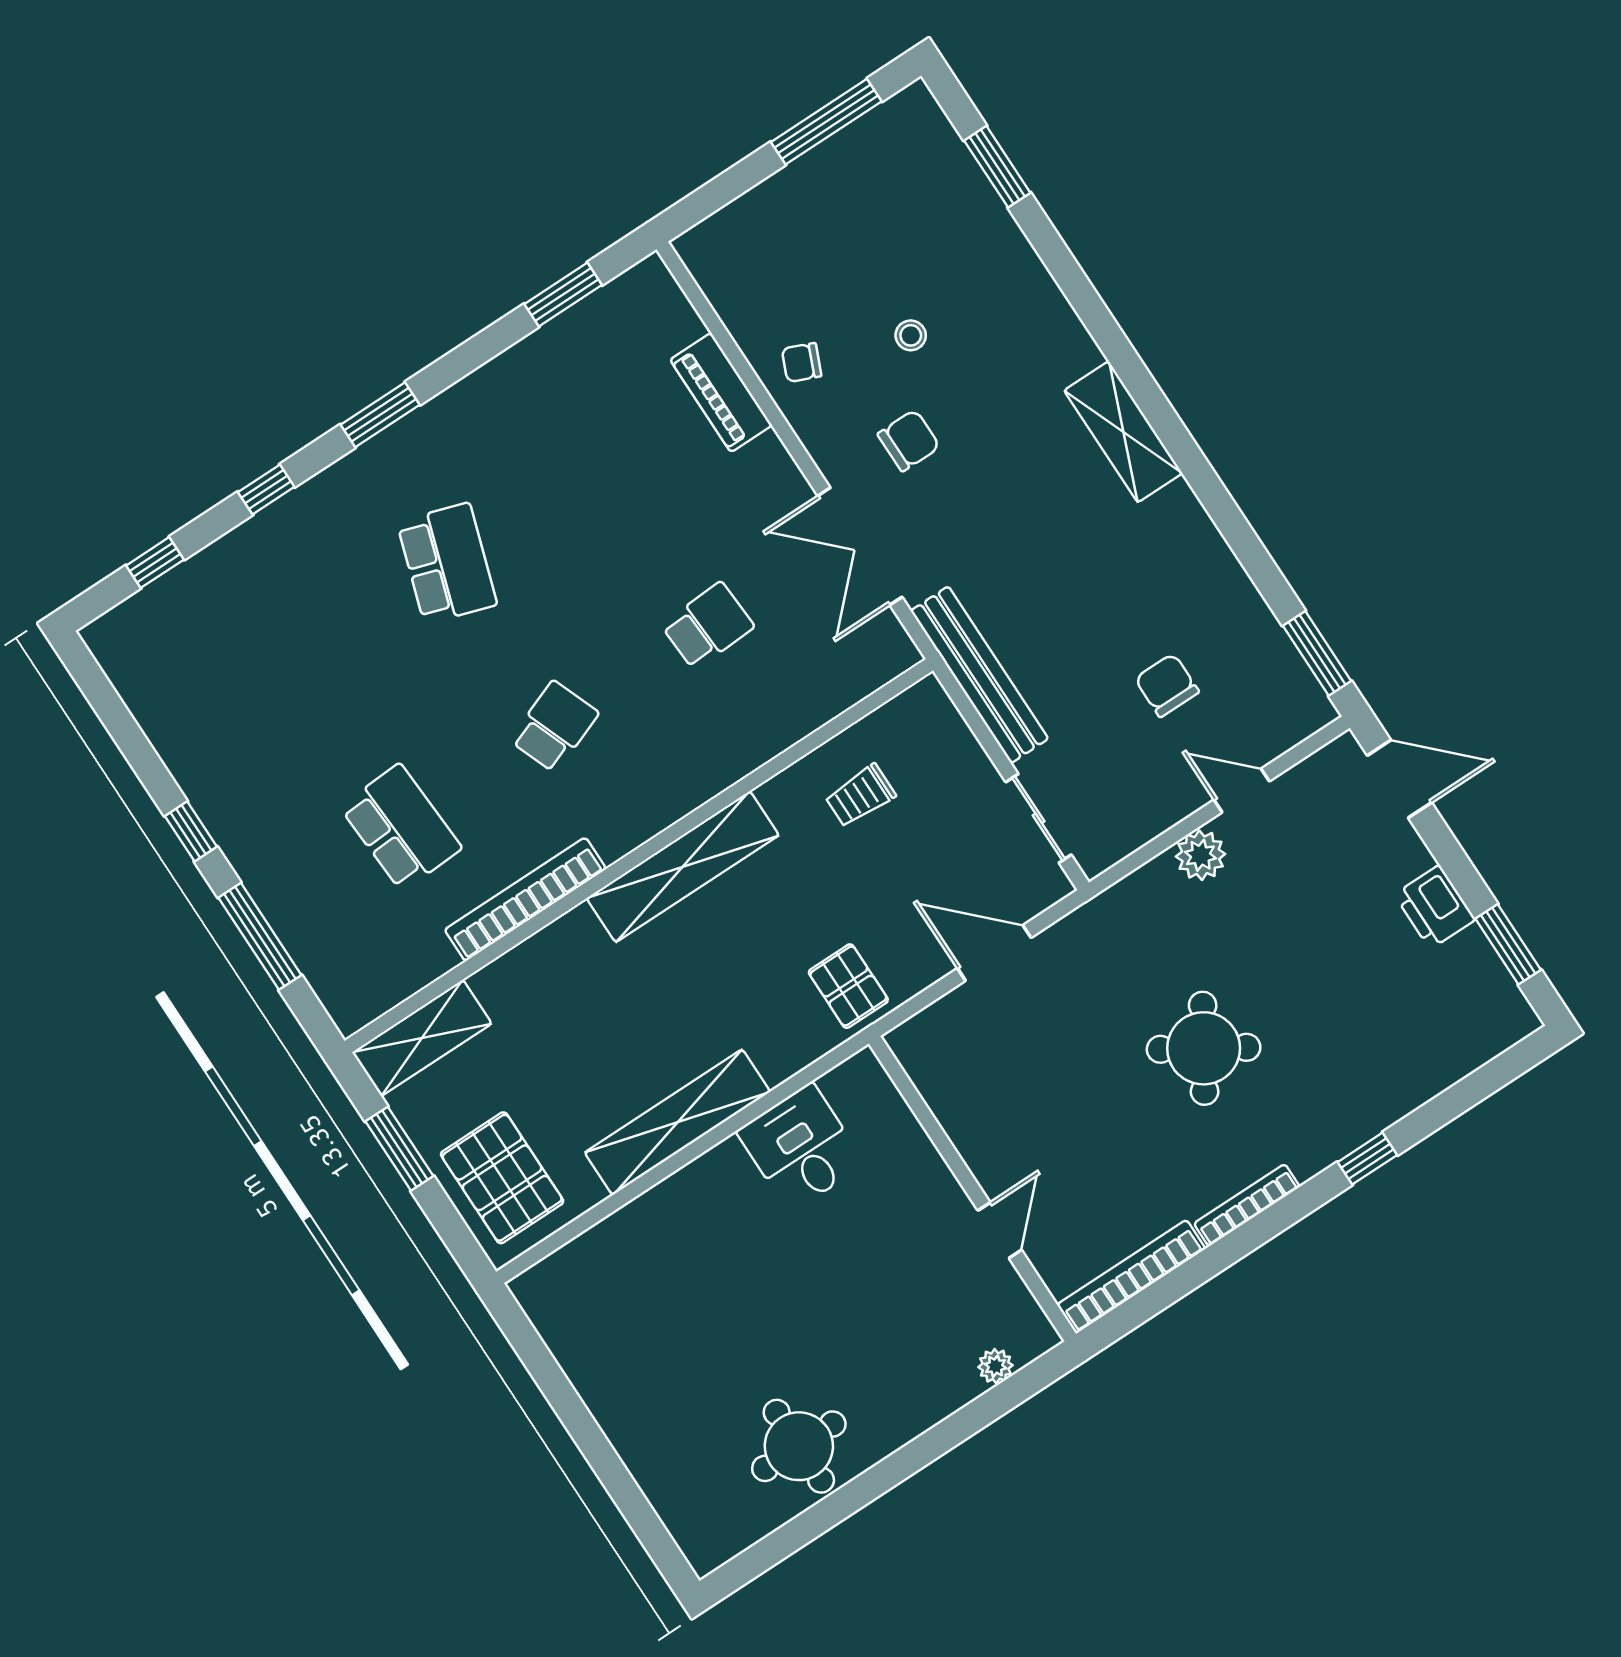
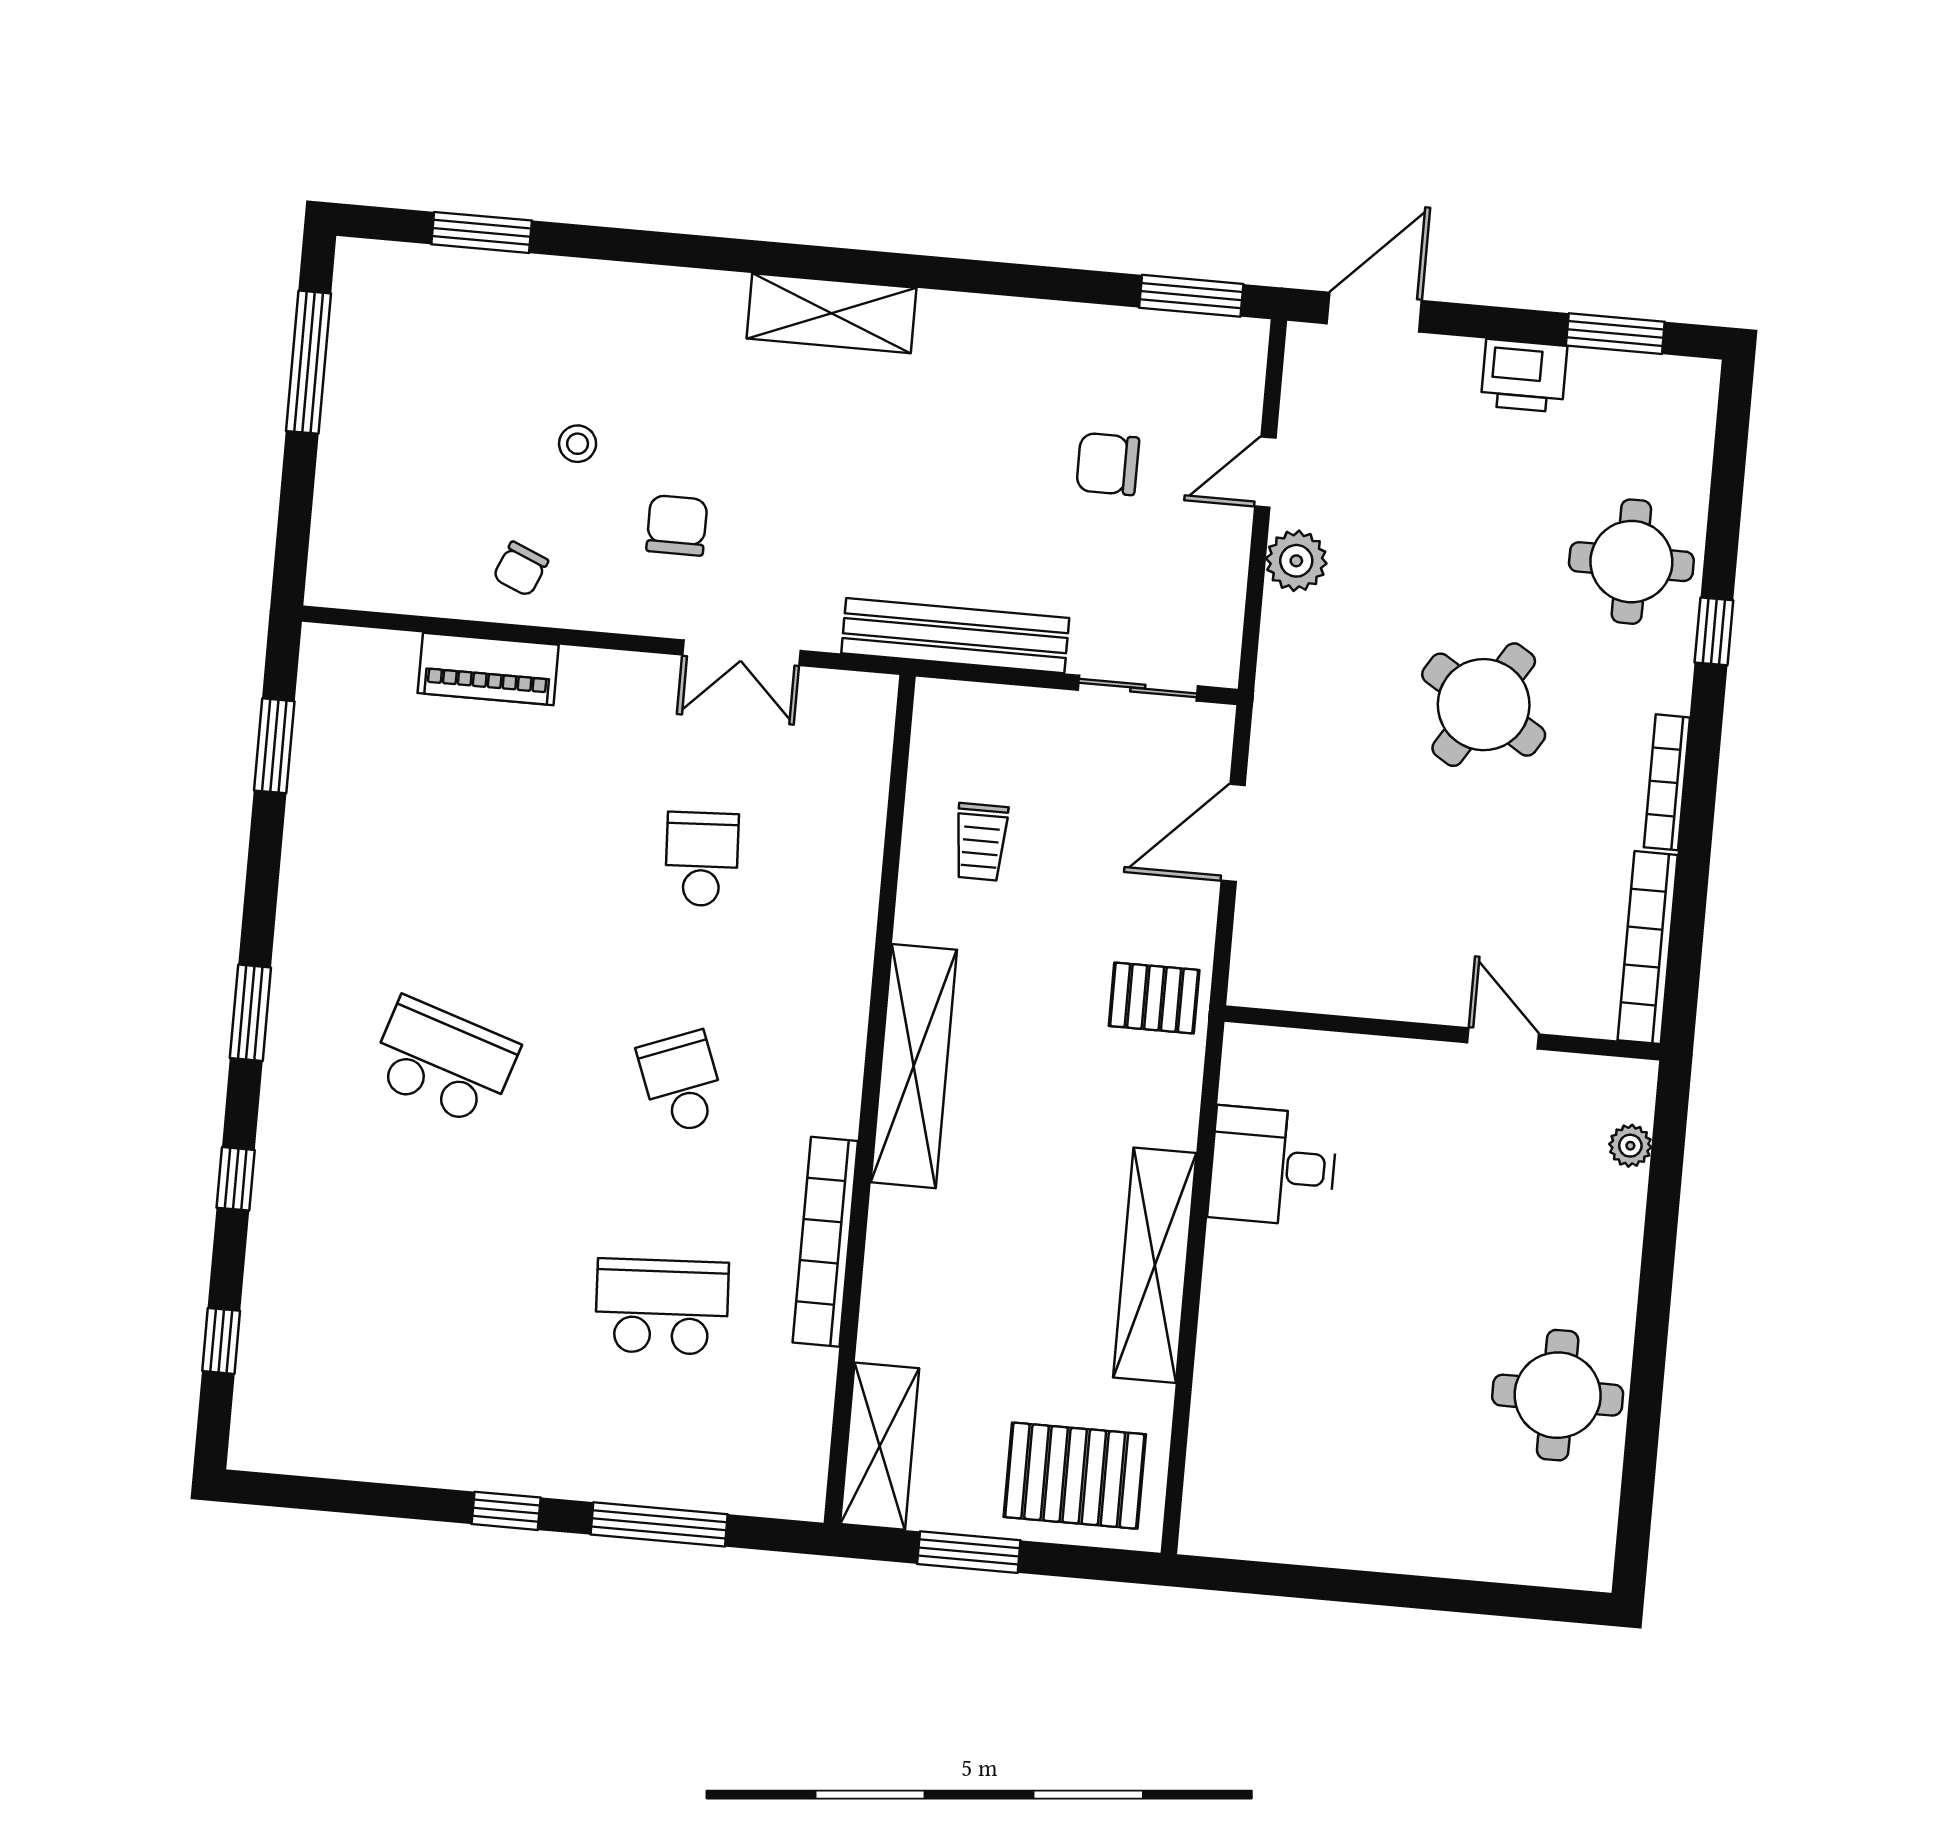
double door: (860, 546) -> (741, 653), width x0.73
round table: (1370, 1070) -> (1631, 562), added

